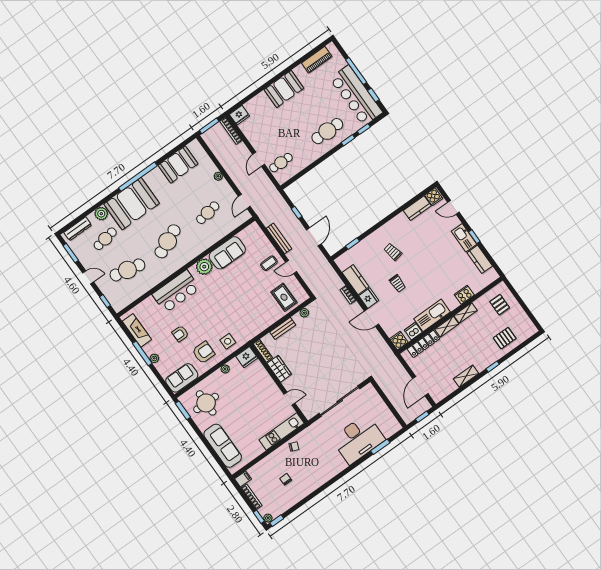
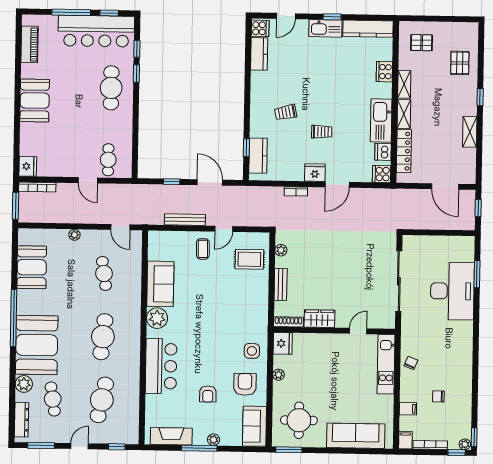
cafe table: (168, 241) -> (103, 337), turned 30
kitchen counter: (480, 259) -> (368, 29), width x1.50
kitchen counter: (356, 280) -> (258, 156), moved, turned 90
filing cabinet: (264, 466) -> (408, 409), added

